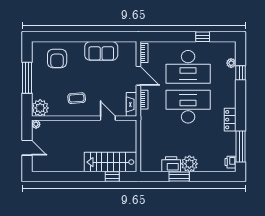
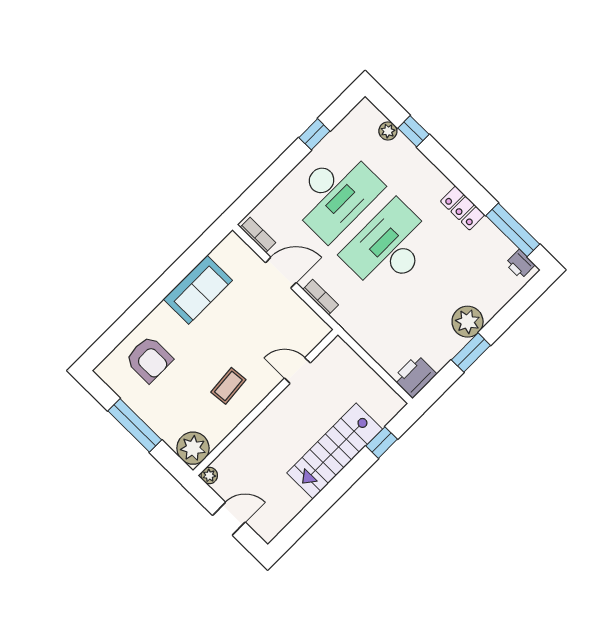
fireplace: (132, 104) -> (310, 320), removed
stairs: (110, 162) -> (335, 451), moved
printer: (171, 164) -> (415, 376), moved

